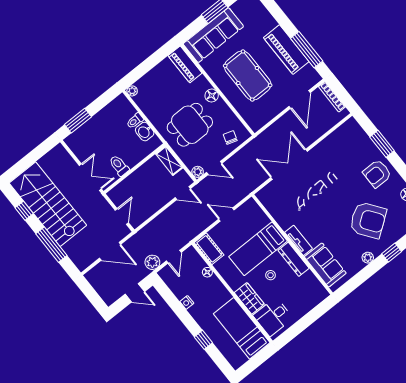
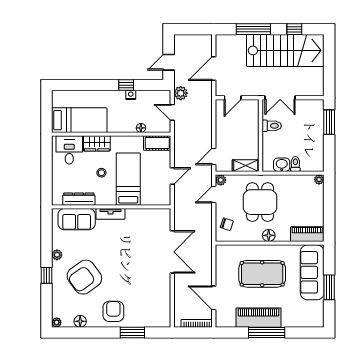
window: (307, 50) -> (267, 333), moved
door: (122, 216) -> (233, 98), hinge flipped
dresser: (294, 259) -> (79, 199), moved
window: (203, 340) -> (126, 85), moved

